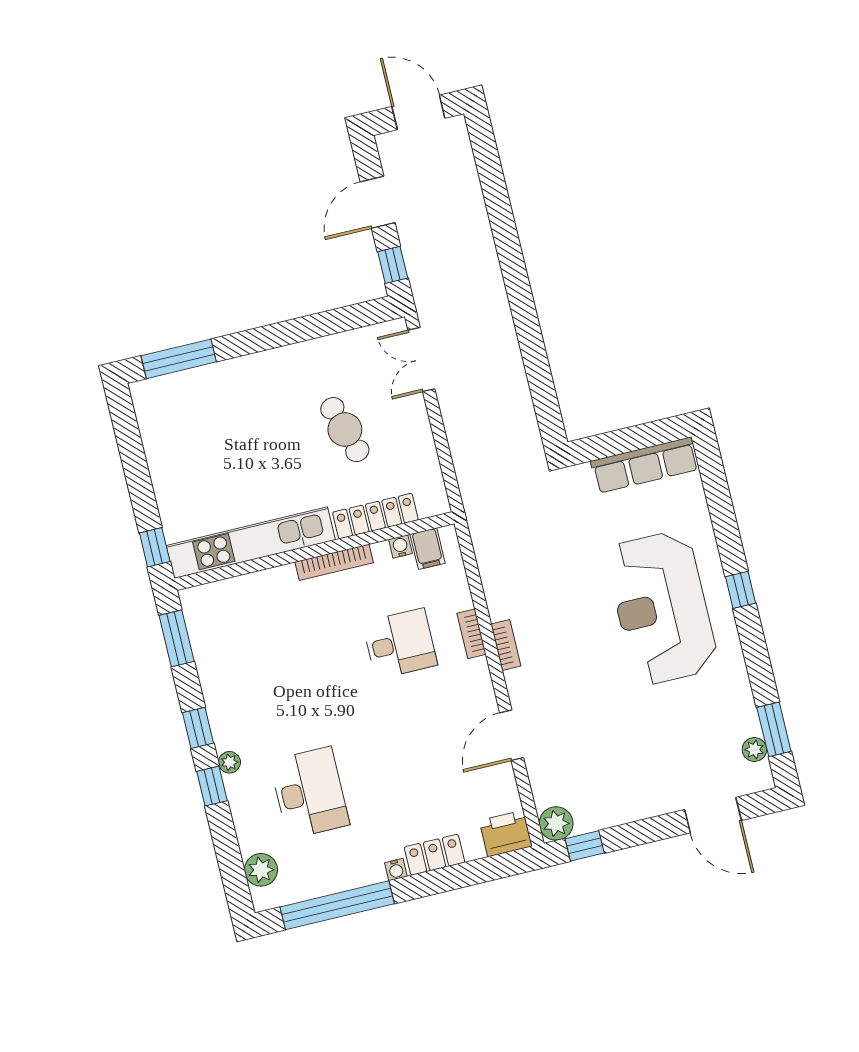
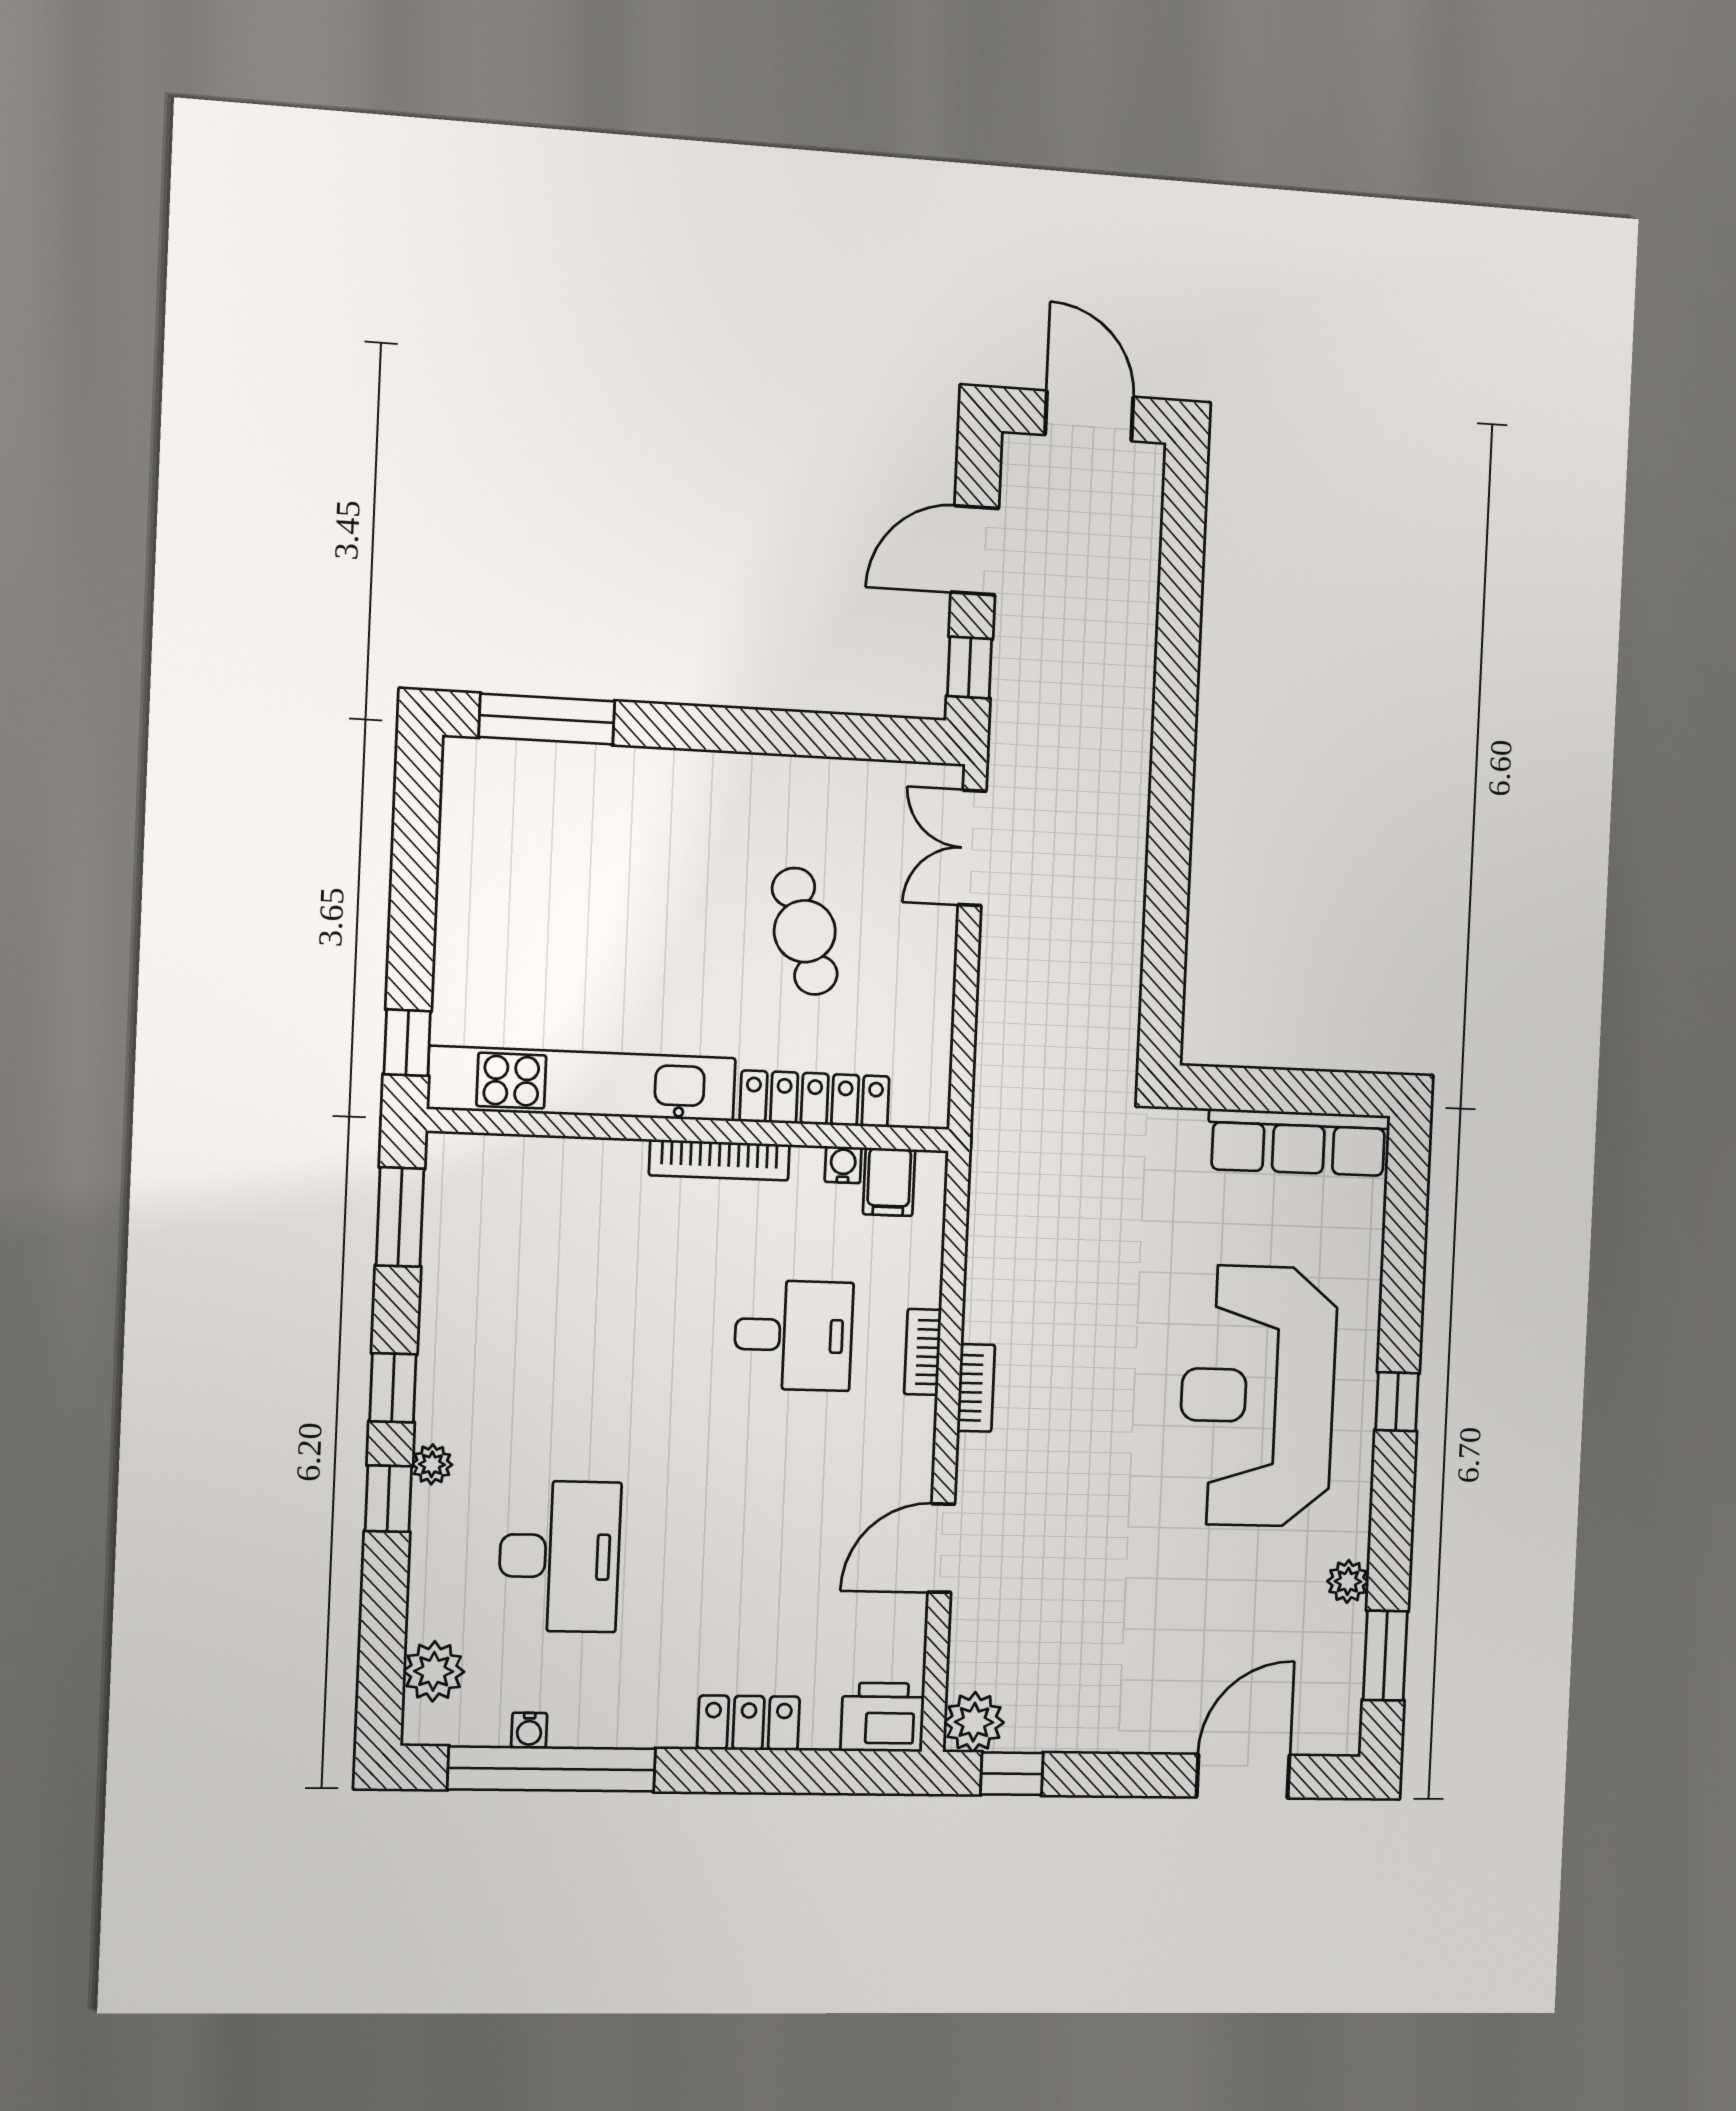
plant: (754, 749) -> (1348, 1581), moved
door: (713, 815) -> (1243, 1776), swing flipped
water cooler: (396, 870) -> (529, 1730), moved

